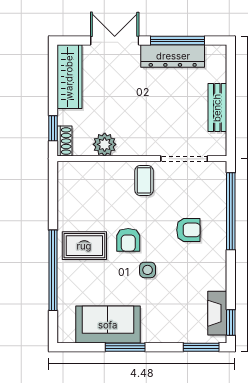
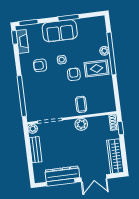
plant: (105, 144) -> (81, 124), moved
plant: (218, 147) -> (33, 129), added
coffee table: (144, 180) -> (81, 104), moved
armchair: (188, 230) -> (40, 65), moved
plant: (66, 277) -> (104, 51), added
sofa: (108, 325) -> (60, 31), moved

